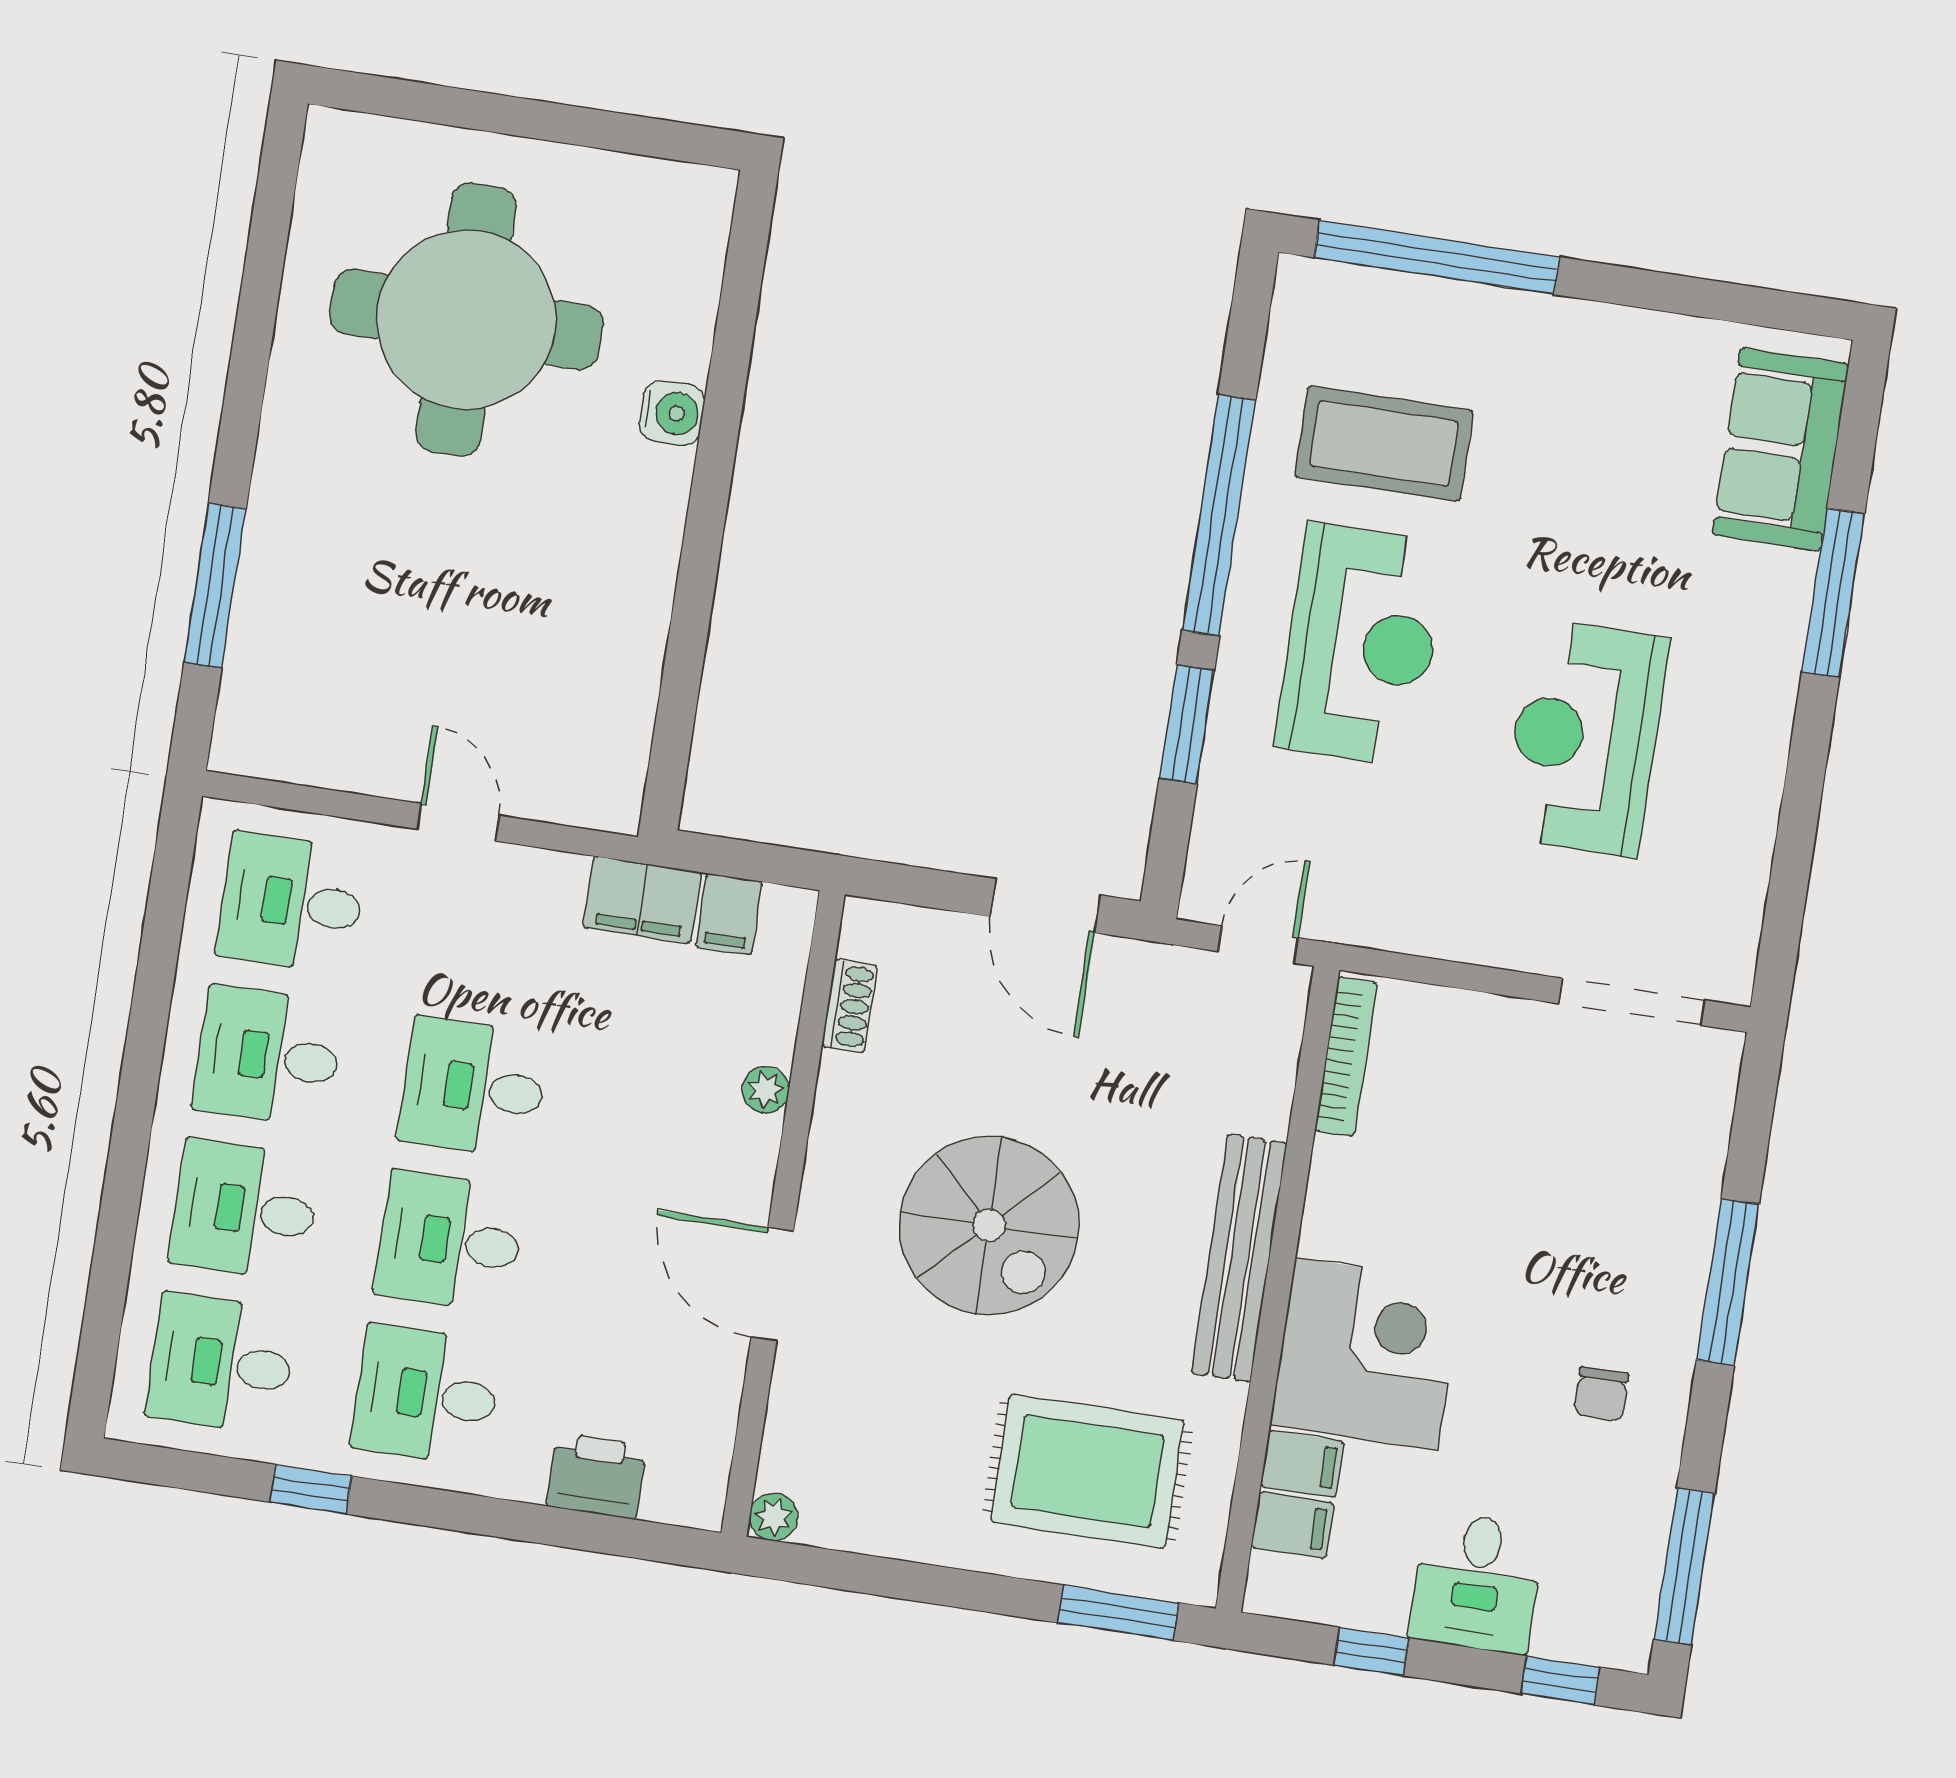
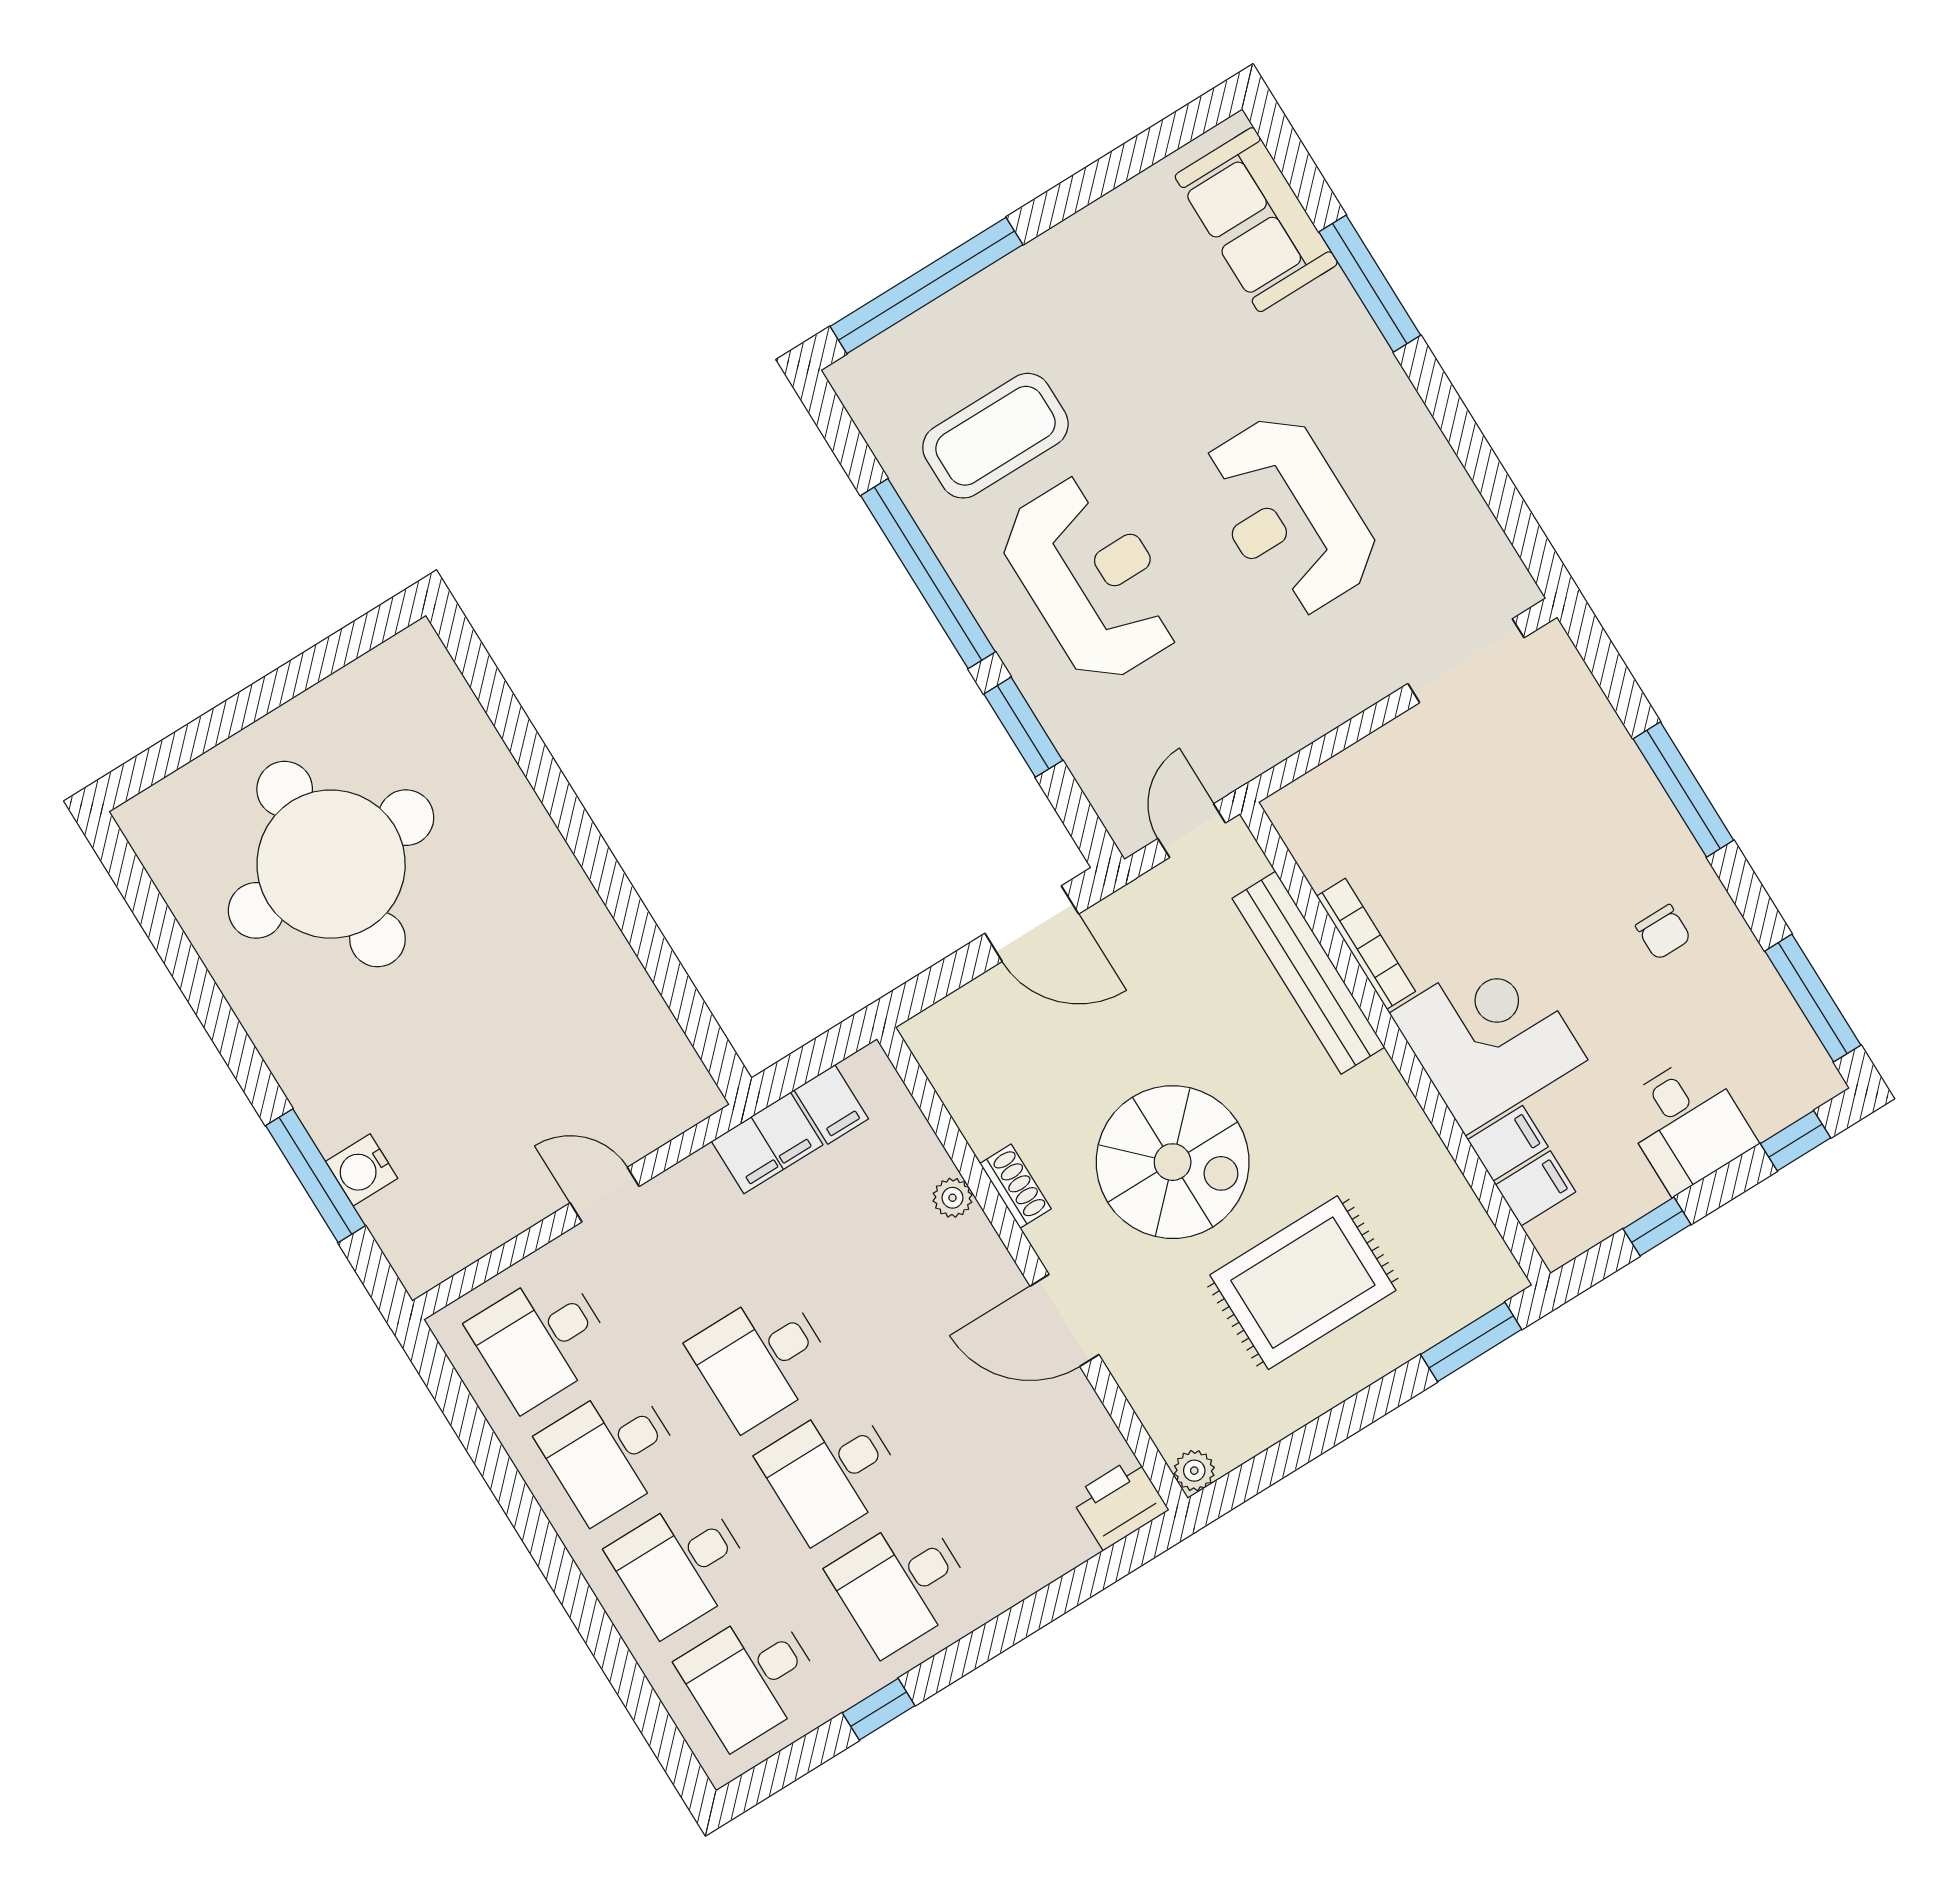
water cooler: (672, 413) -> (362, 1170), moved, turned 180
shoe rack: (849, 1006) -> (1016, 1186), moved
bookcase: (1346, 1057) -> (1366, 944), moved
bench: (1239, 1258) -> (1308, 973), moved
rug: (1088, 1471) -> (1303, 1283), moved
printer: (596, 1476) -> (1119, 1503), moved

